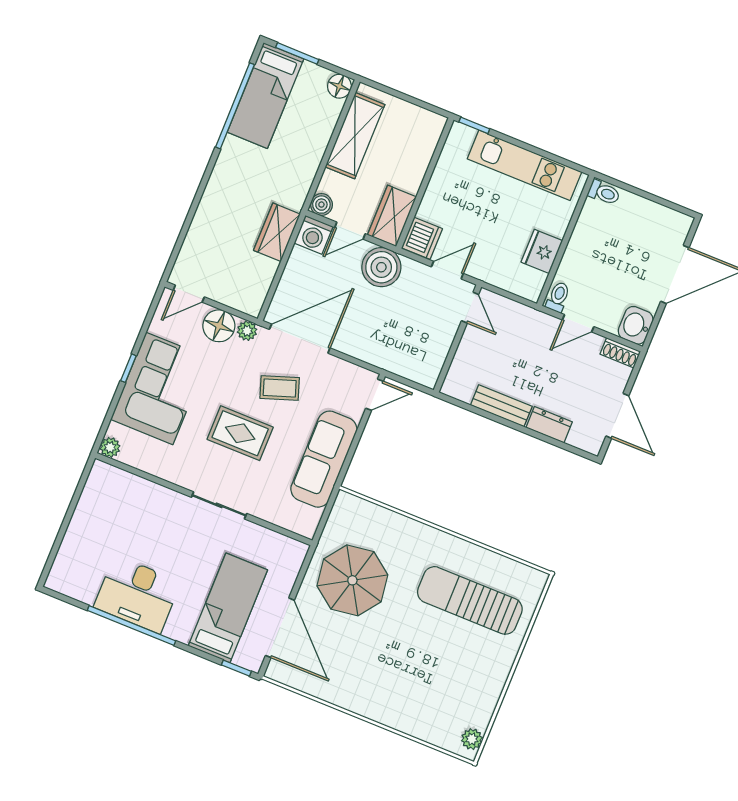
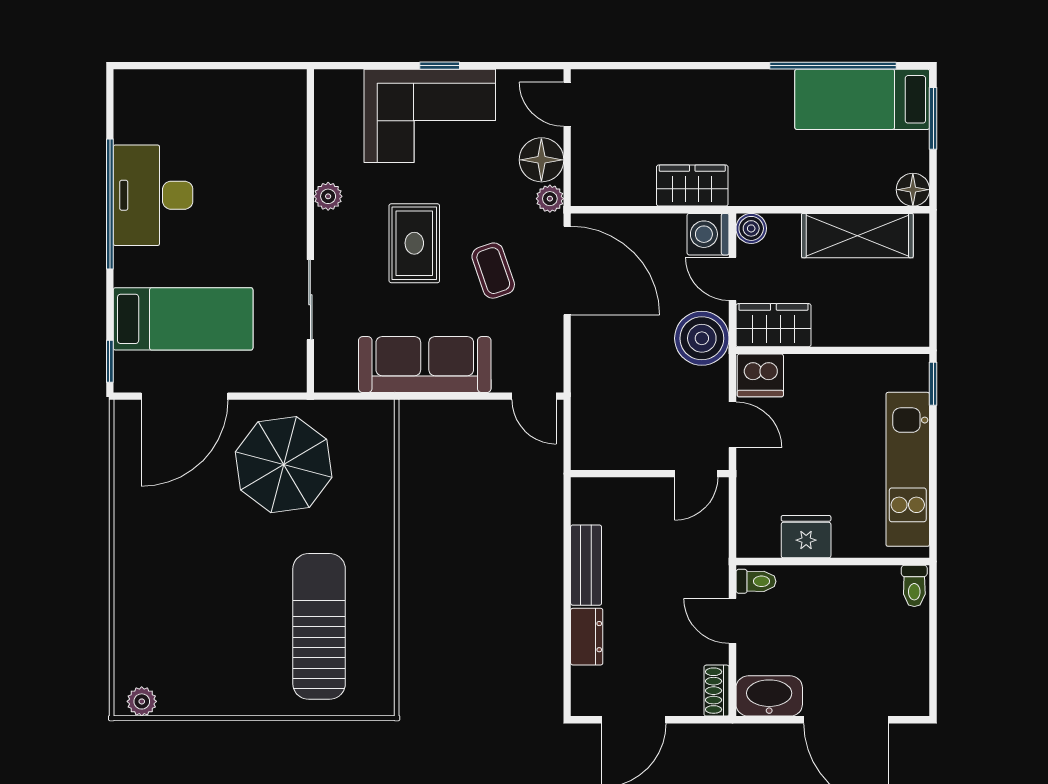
washbasin: (636, 325) -> (769, 696), width x1.38
plant: (110, 447) -> (328, 196), moved
sliding door: (219, 505) -> (310, 300), moved

